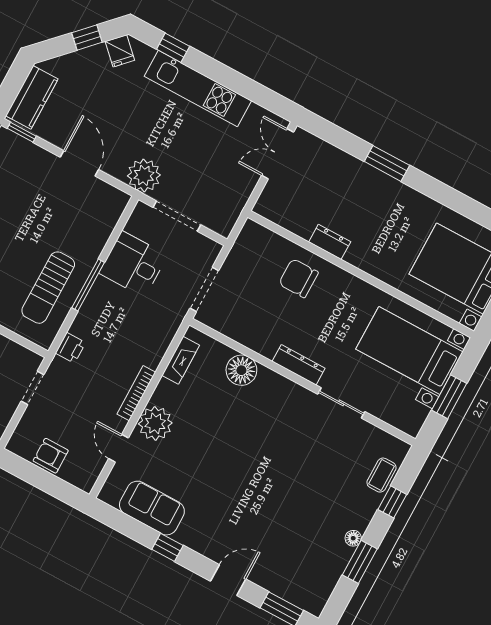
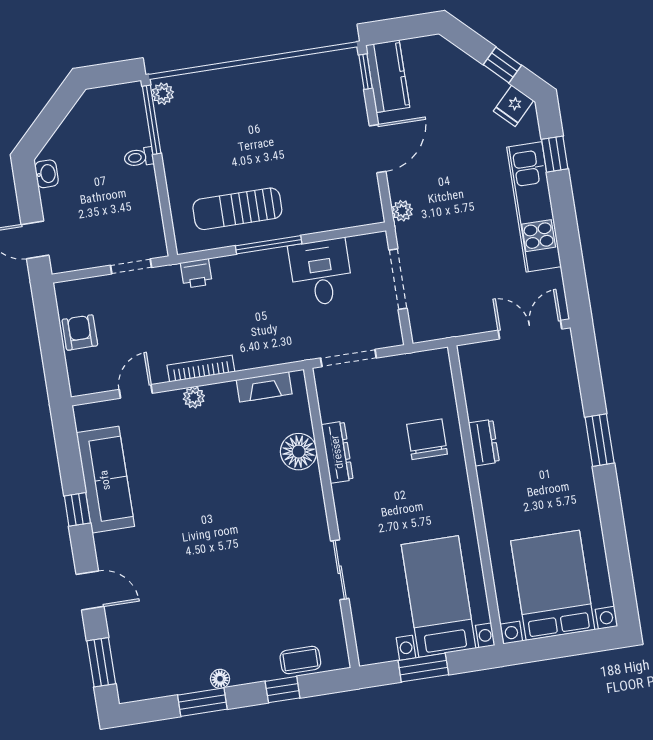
kitchen counter: (32, 97) -> (388, 76), moved, turned -90
plant: (144, 175) -> (402, 211), width x0.53, depth x0.53
dresser: (299, 365) -> (337, 452), moved
plant: (155, 423) -> (194, 397), width x0.53, depth x0.53
sofa: (152, 508) -> (105, 480), width x1.36

